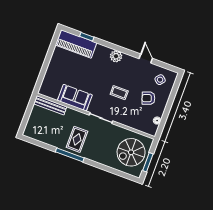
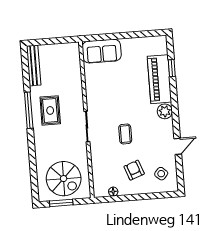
piano: (76, 44) -> (159, 79), moved
sofa: (75, 98) -> (102, 51), moved, turned 90
bench: (50, 105) -> (34, 65), moved
rug: (77, 139) -> (50, 110), turned 90
spiral stairs: (131, 152) -> (64, 179), turned 180

